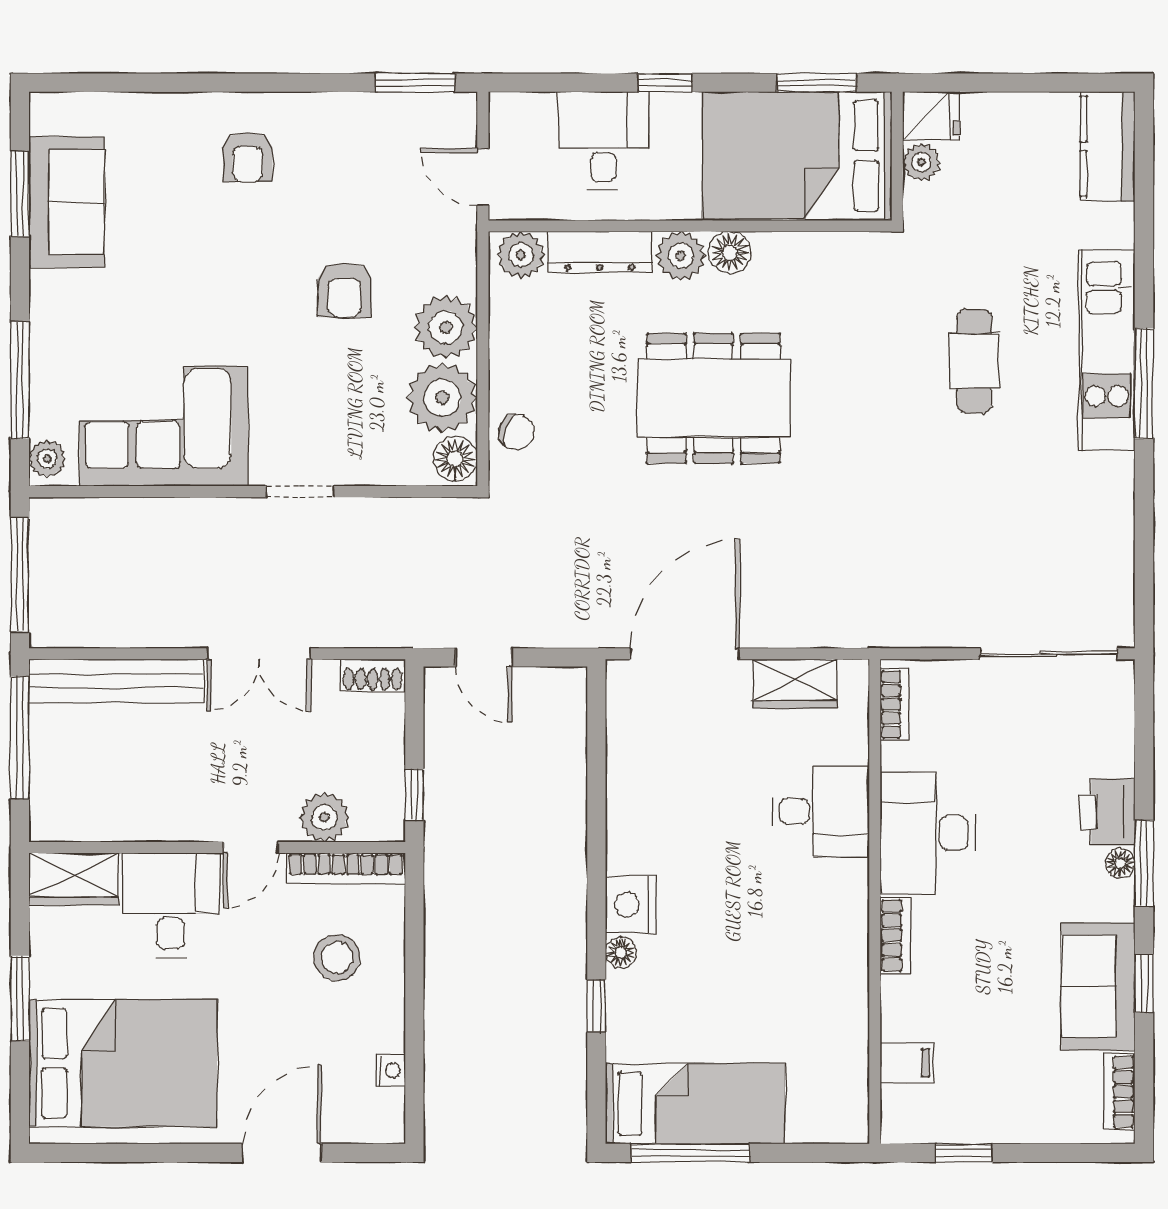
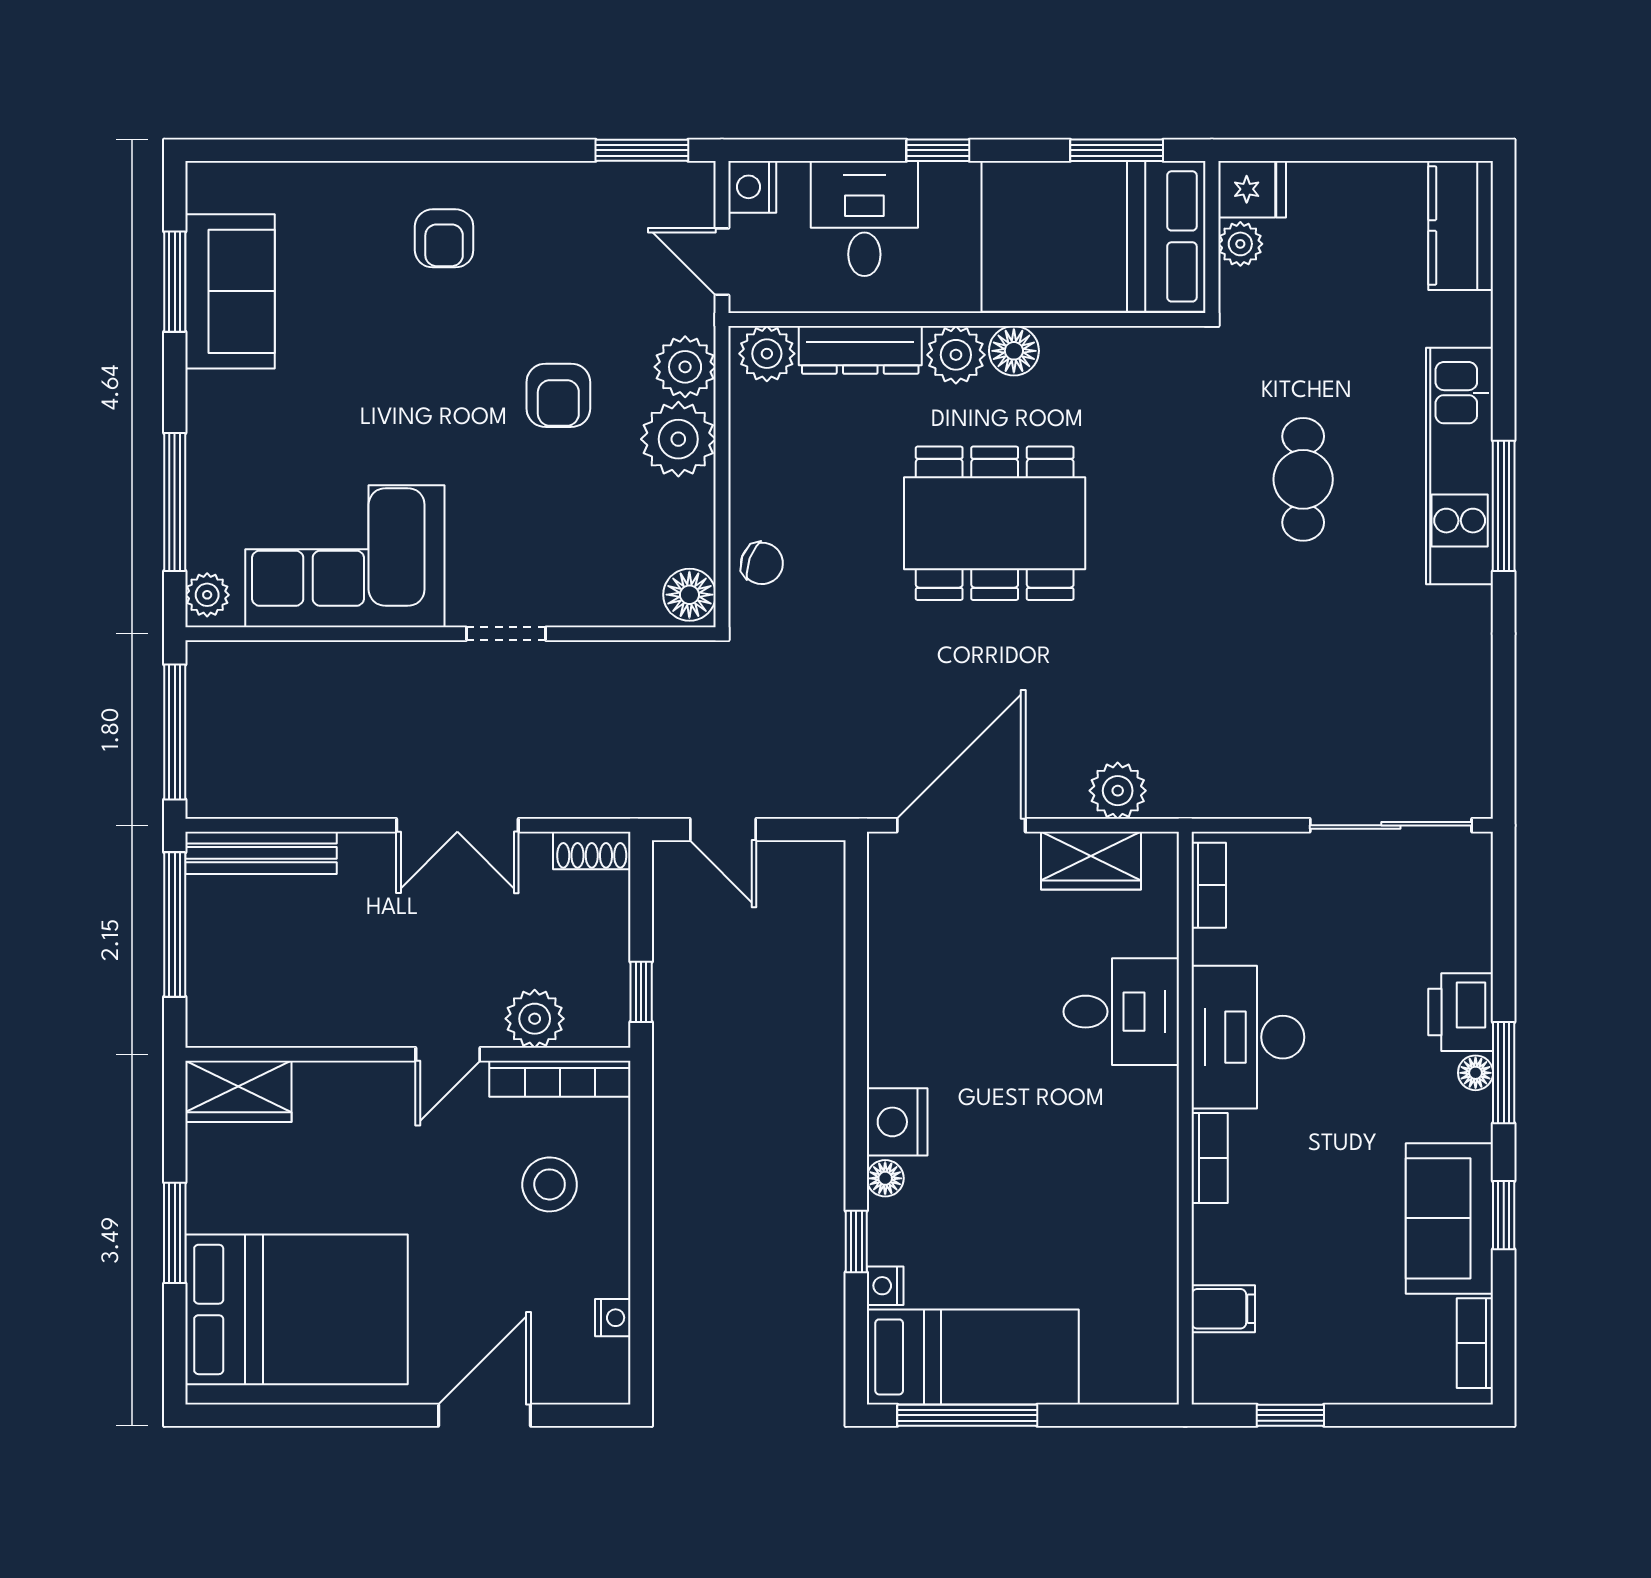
nightstand: (508, 114) -> (752, 187), added
plant: (442, 398) -> (685, 367), moved, width x0.73, depth x0.73
plant: (818, 624) -> (1118, 791), added
bench: (116, 681) -> (261, 853), width x0.73, depth x0.82
desk: (171, 905) -> (353, 1123), removed
nightstand: (621, 1043) -> (885, 1286), added

